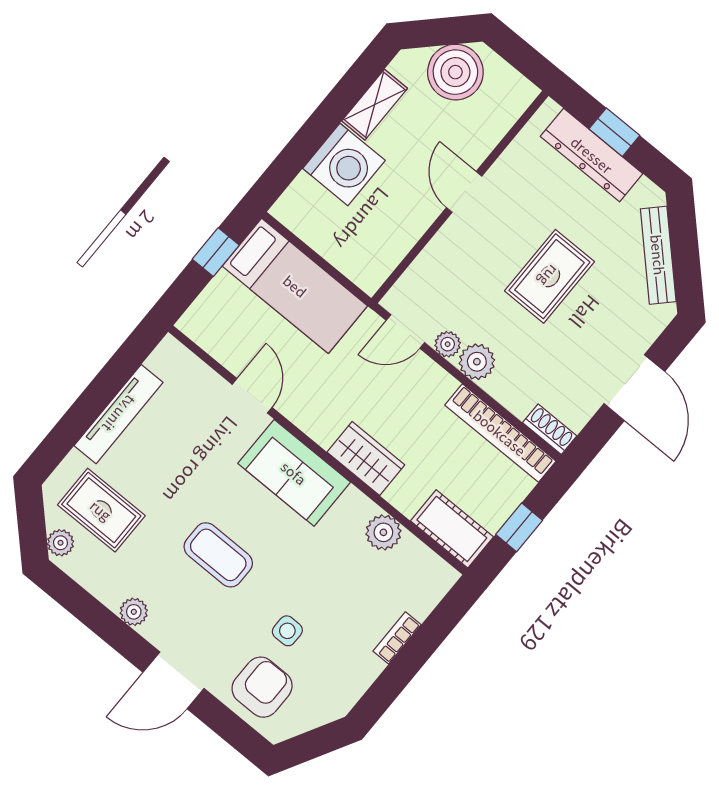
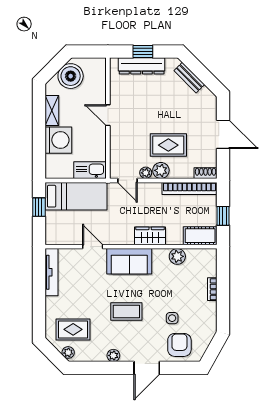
bench: (658, 255) -> (189, 78), width x0.73
kitchen sink: (356, 261) -> (90, 170), added
rug: (549, 276) -> (168, 145), moved, turned 90
door: (405, 331) -> (127, 180), hinge flipped
tv unit: (119, 414) -> (52, 272), moved

